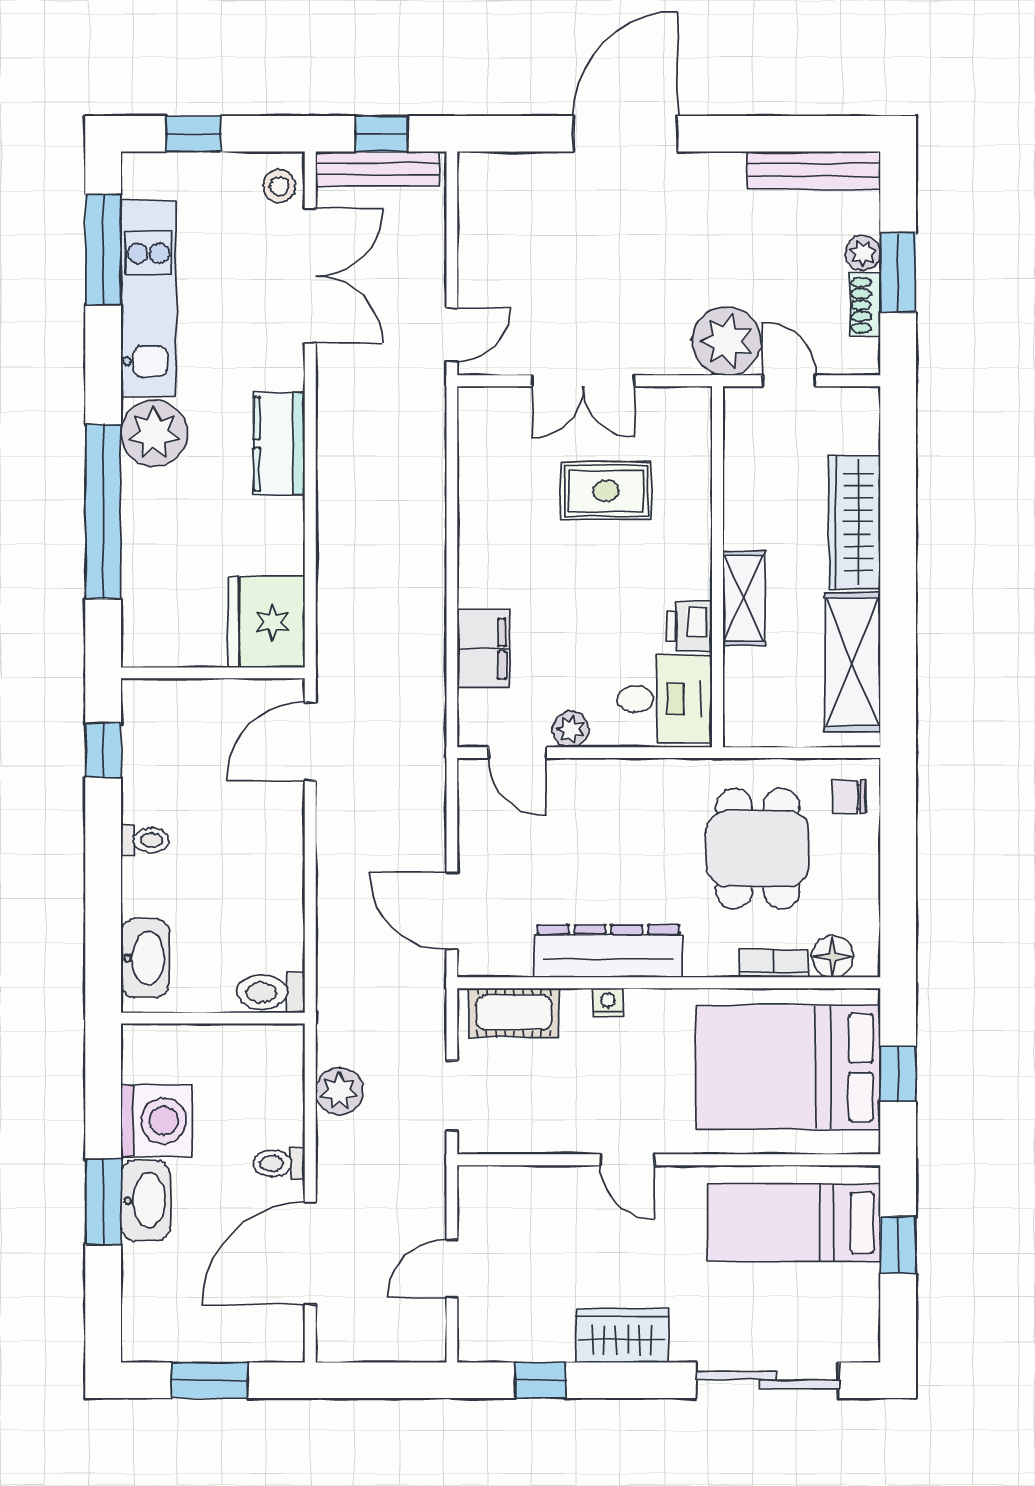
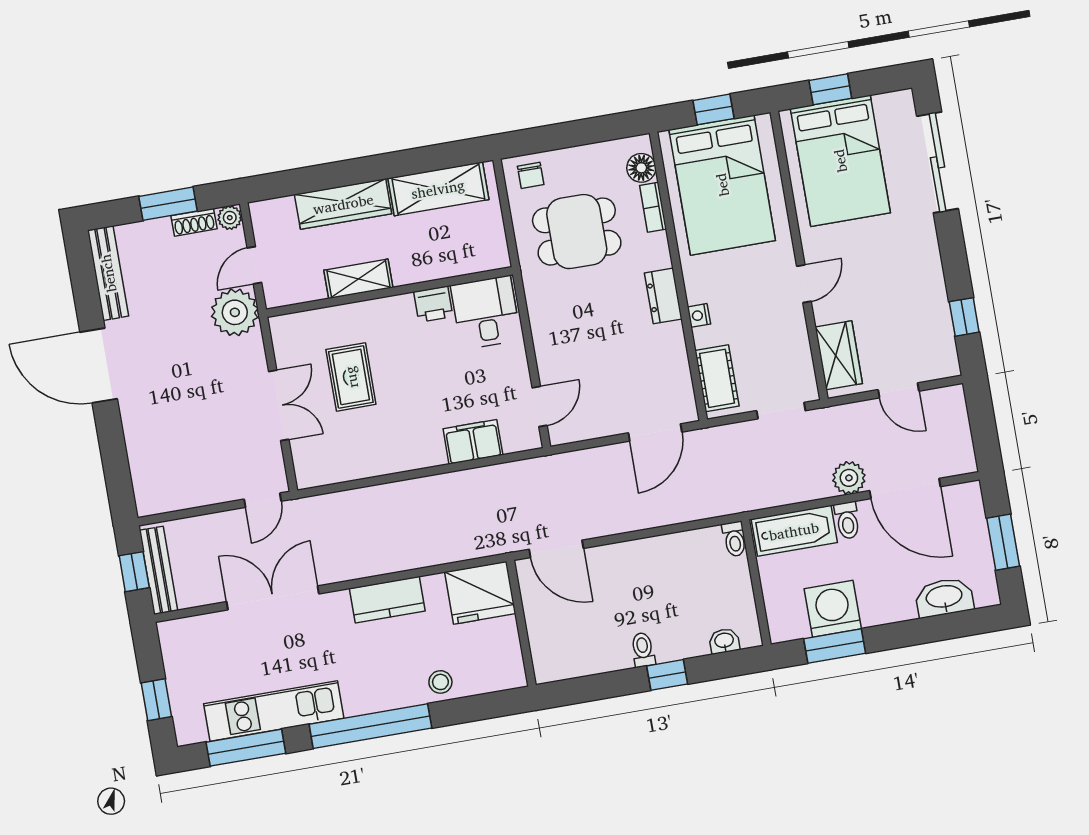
door: (625, 134) -> (99, 366), moved
stool: (279, 186) -> (440, 682), moved
plant: (863, 253) -> (230, 218), moved
double door: (310, 276) -> (273, 598), moved
door: (452, 335) -> (263, 500), swing flipped
plant: (154, 433) -> (365, 692), removed
kitchen counter: (279, 444) -> (387, 600), moved
window: (103, 512) -> (370, 726), moved
shelving: (744, 599) -> (358, 279), moved
plant: (571, 729) -> (517, 373), removed
window: (103, 750) -> (667, 675), moved
dresser: (608, 951) -> (663, 296), width x0.51, depth x0.80
washbasin: (145, 958) -> (724, 641), width x0.52, depth x0.69
toilet: (271, 992) -> (734, 539), width x0.73, depth x0.72
bathtub: (277, 1085) -> (794, 531), added
plant: (339, 1091) -> (849, 478), moved
washbasin: (145, 1200) -> (944, 597), moved
window: (103, 1202) -> (835, 646), moved
bed: (794, 1223) -> (840, 161), width x1.50
wardrobe: (622, 1336) -> (839, 355), moved, turned 180

